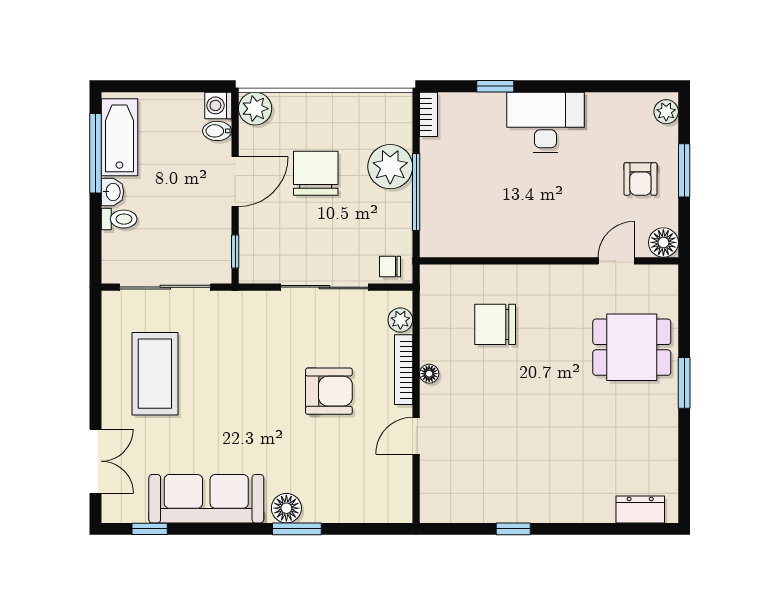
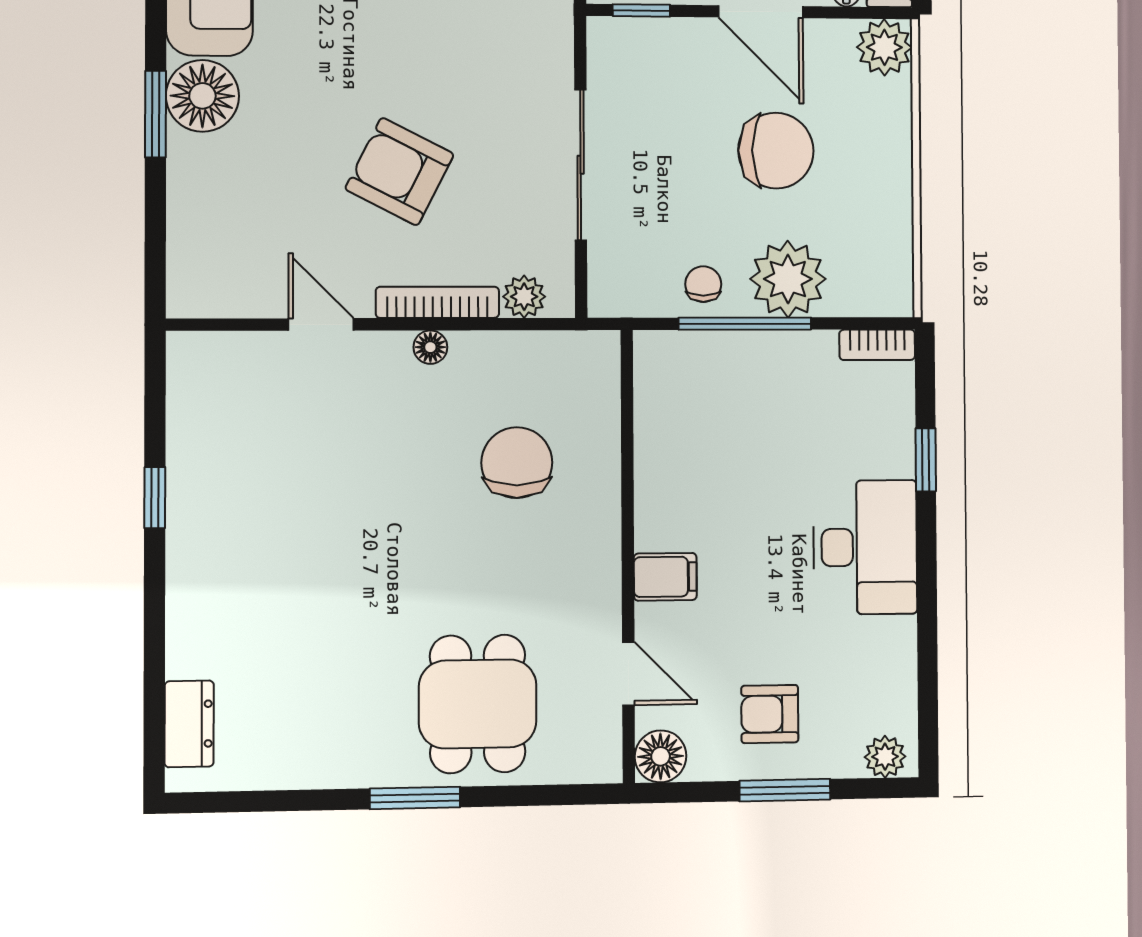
filing cabinet: (561, 239) -> (665, 577), added
chair: (390, 267) -> (703, 284), moved
armchair: (329, 391) -> (399, 172), turned 117
floor lamp: (286, 508) -> (202, 96), width x1.38, depth x1.38

